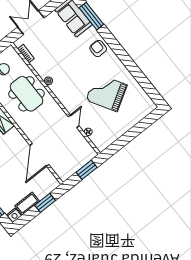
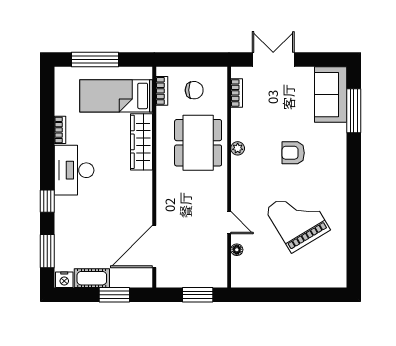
armchair: (98, 48) -> (293, 153), moved, turned -90
door: (74, 121) -> (229, 223), hinge flipped
door: (39, 155) -> (154, 246), moved

